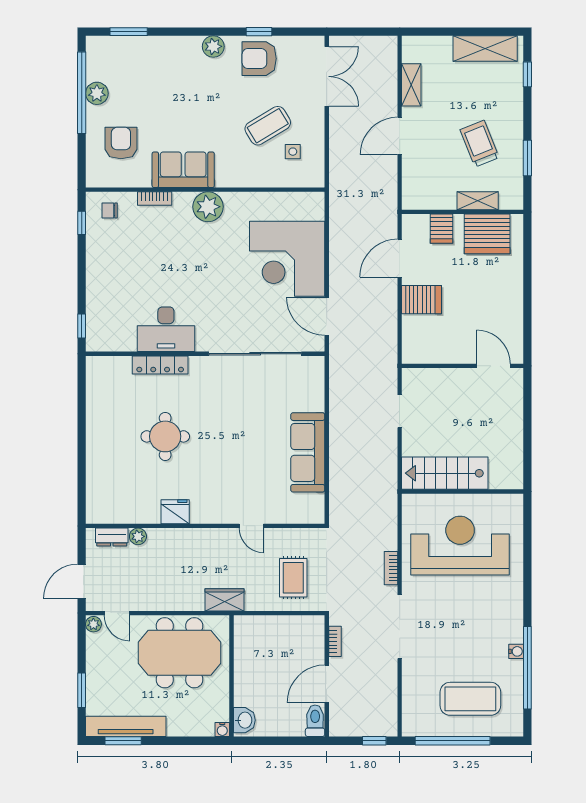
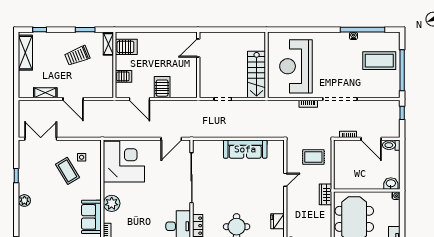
armchair: (259, 59) -> (31, 176), removed
shelving: (478, 201) -> (108, 44), moved
server rack: (487, 234) -> (126, 47), width x0.62
corner desk: (287, 259) -> (124, 162), moved, turned -90
coffee table: (470, 699) -> (379, 61), turned 90

